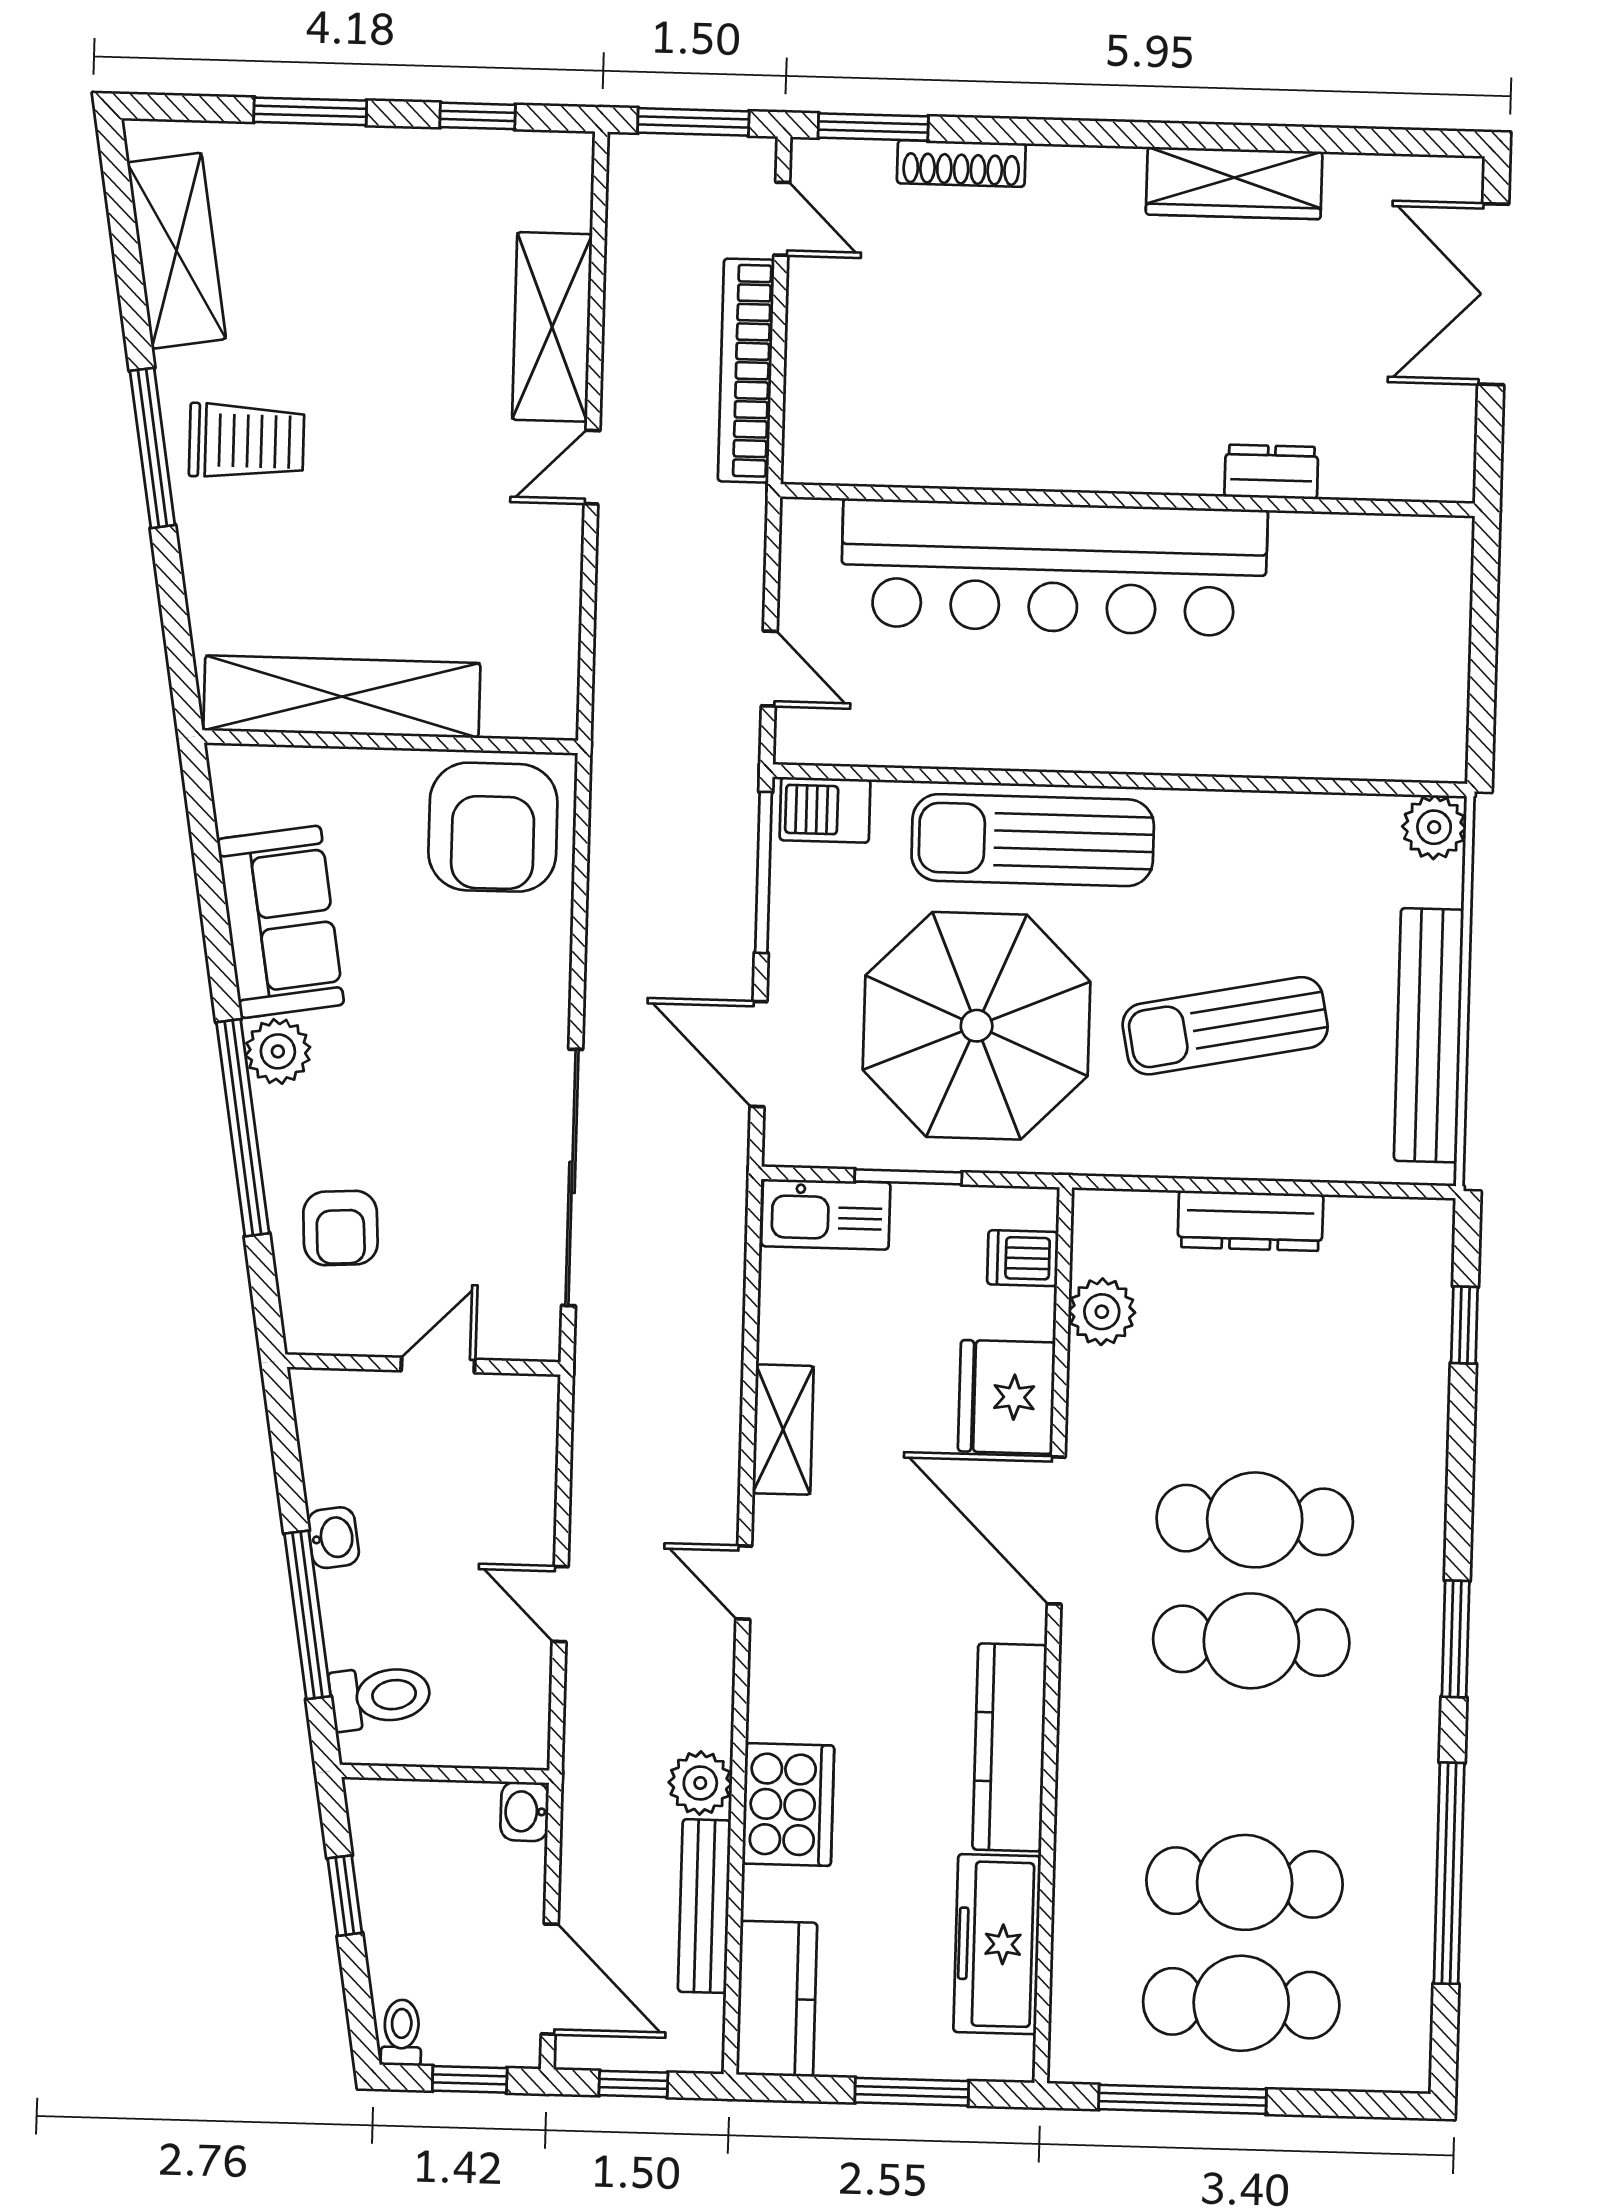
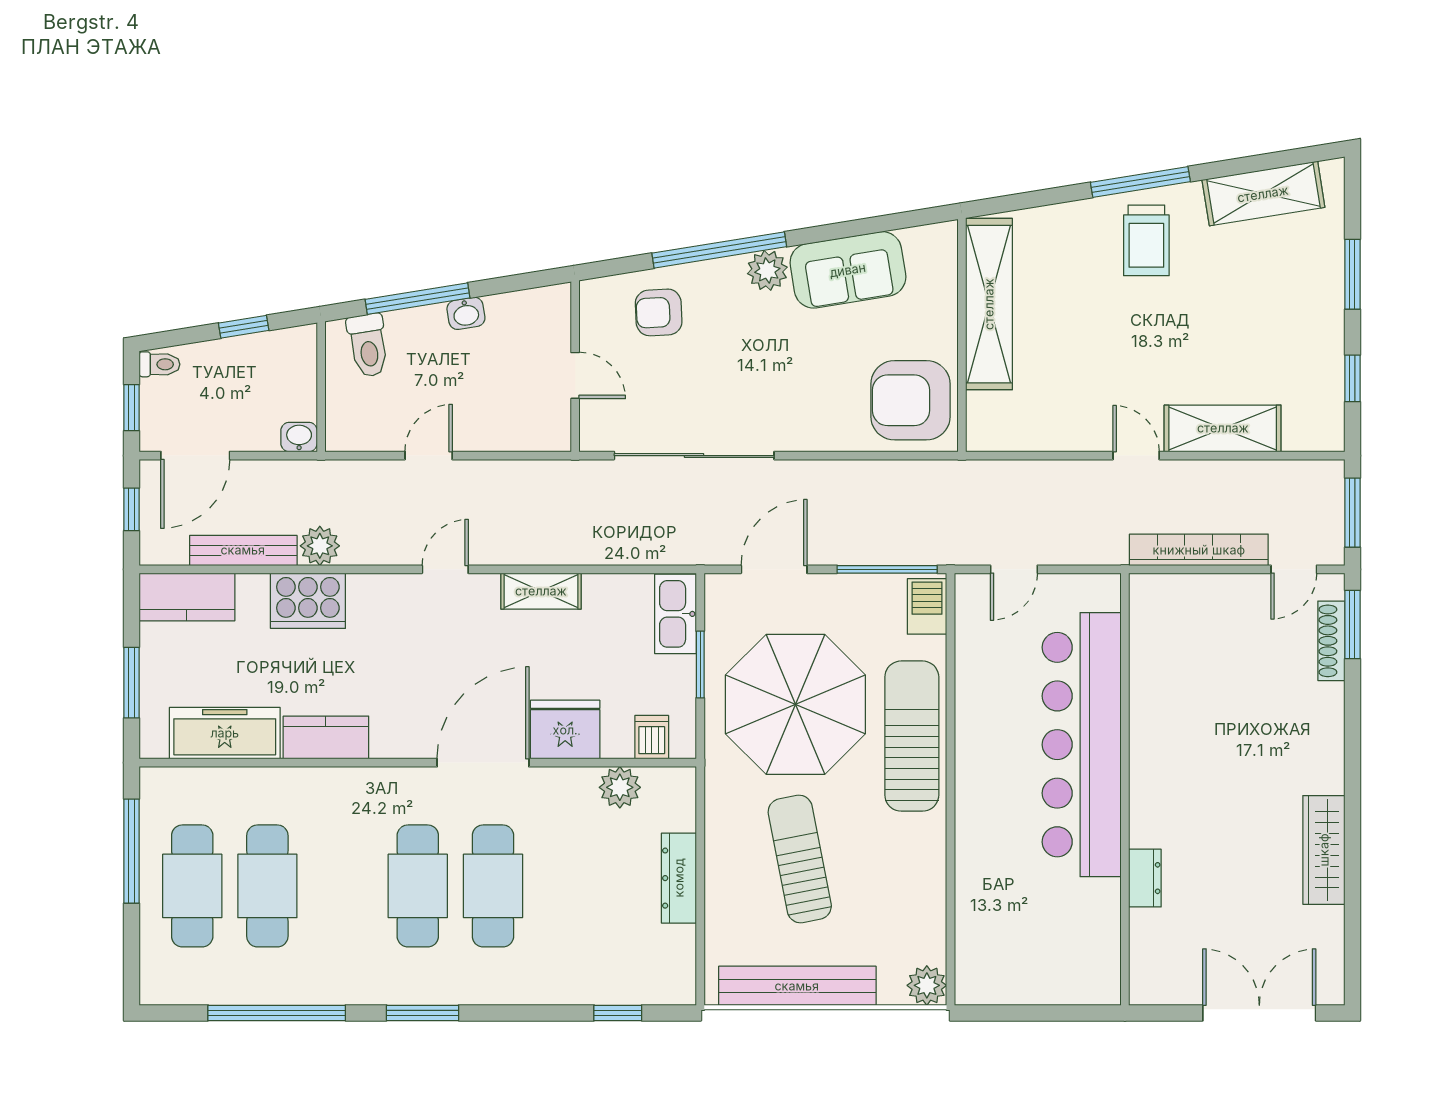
shoe rack: (961, 163) -> (1331, 641), moved
kitchen counter: (1010, 1747) -> (326, 738), width x0.67

